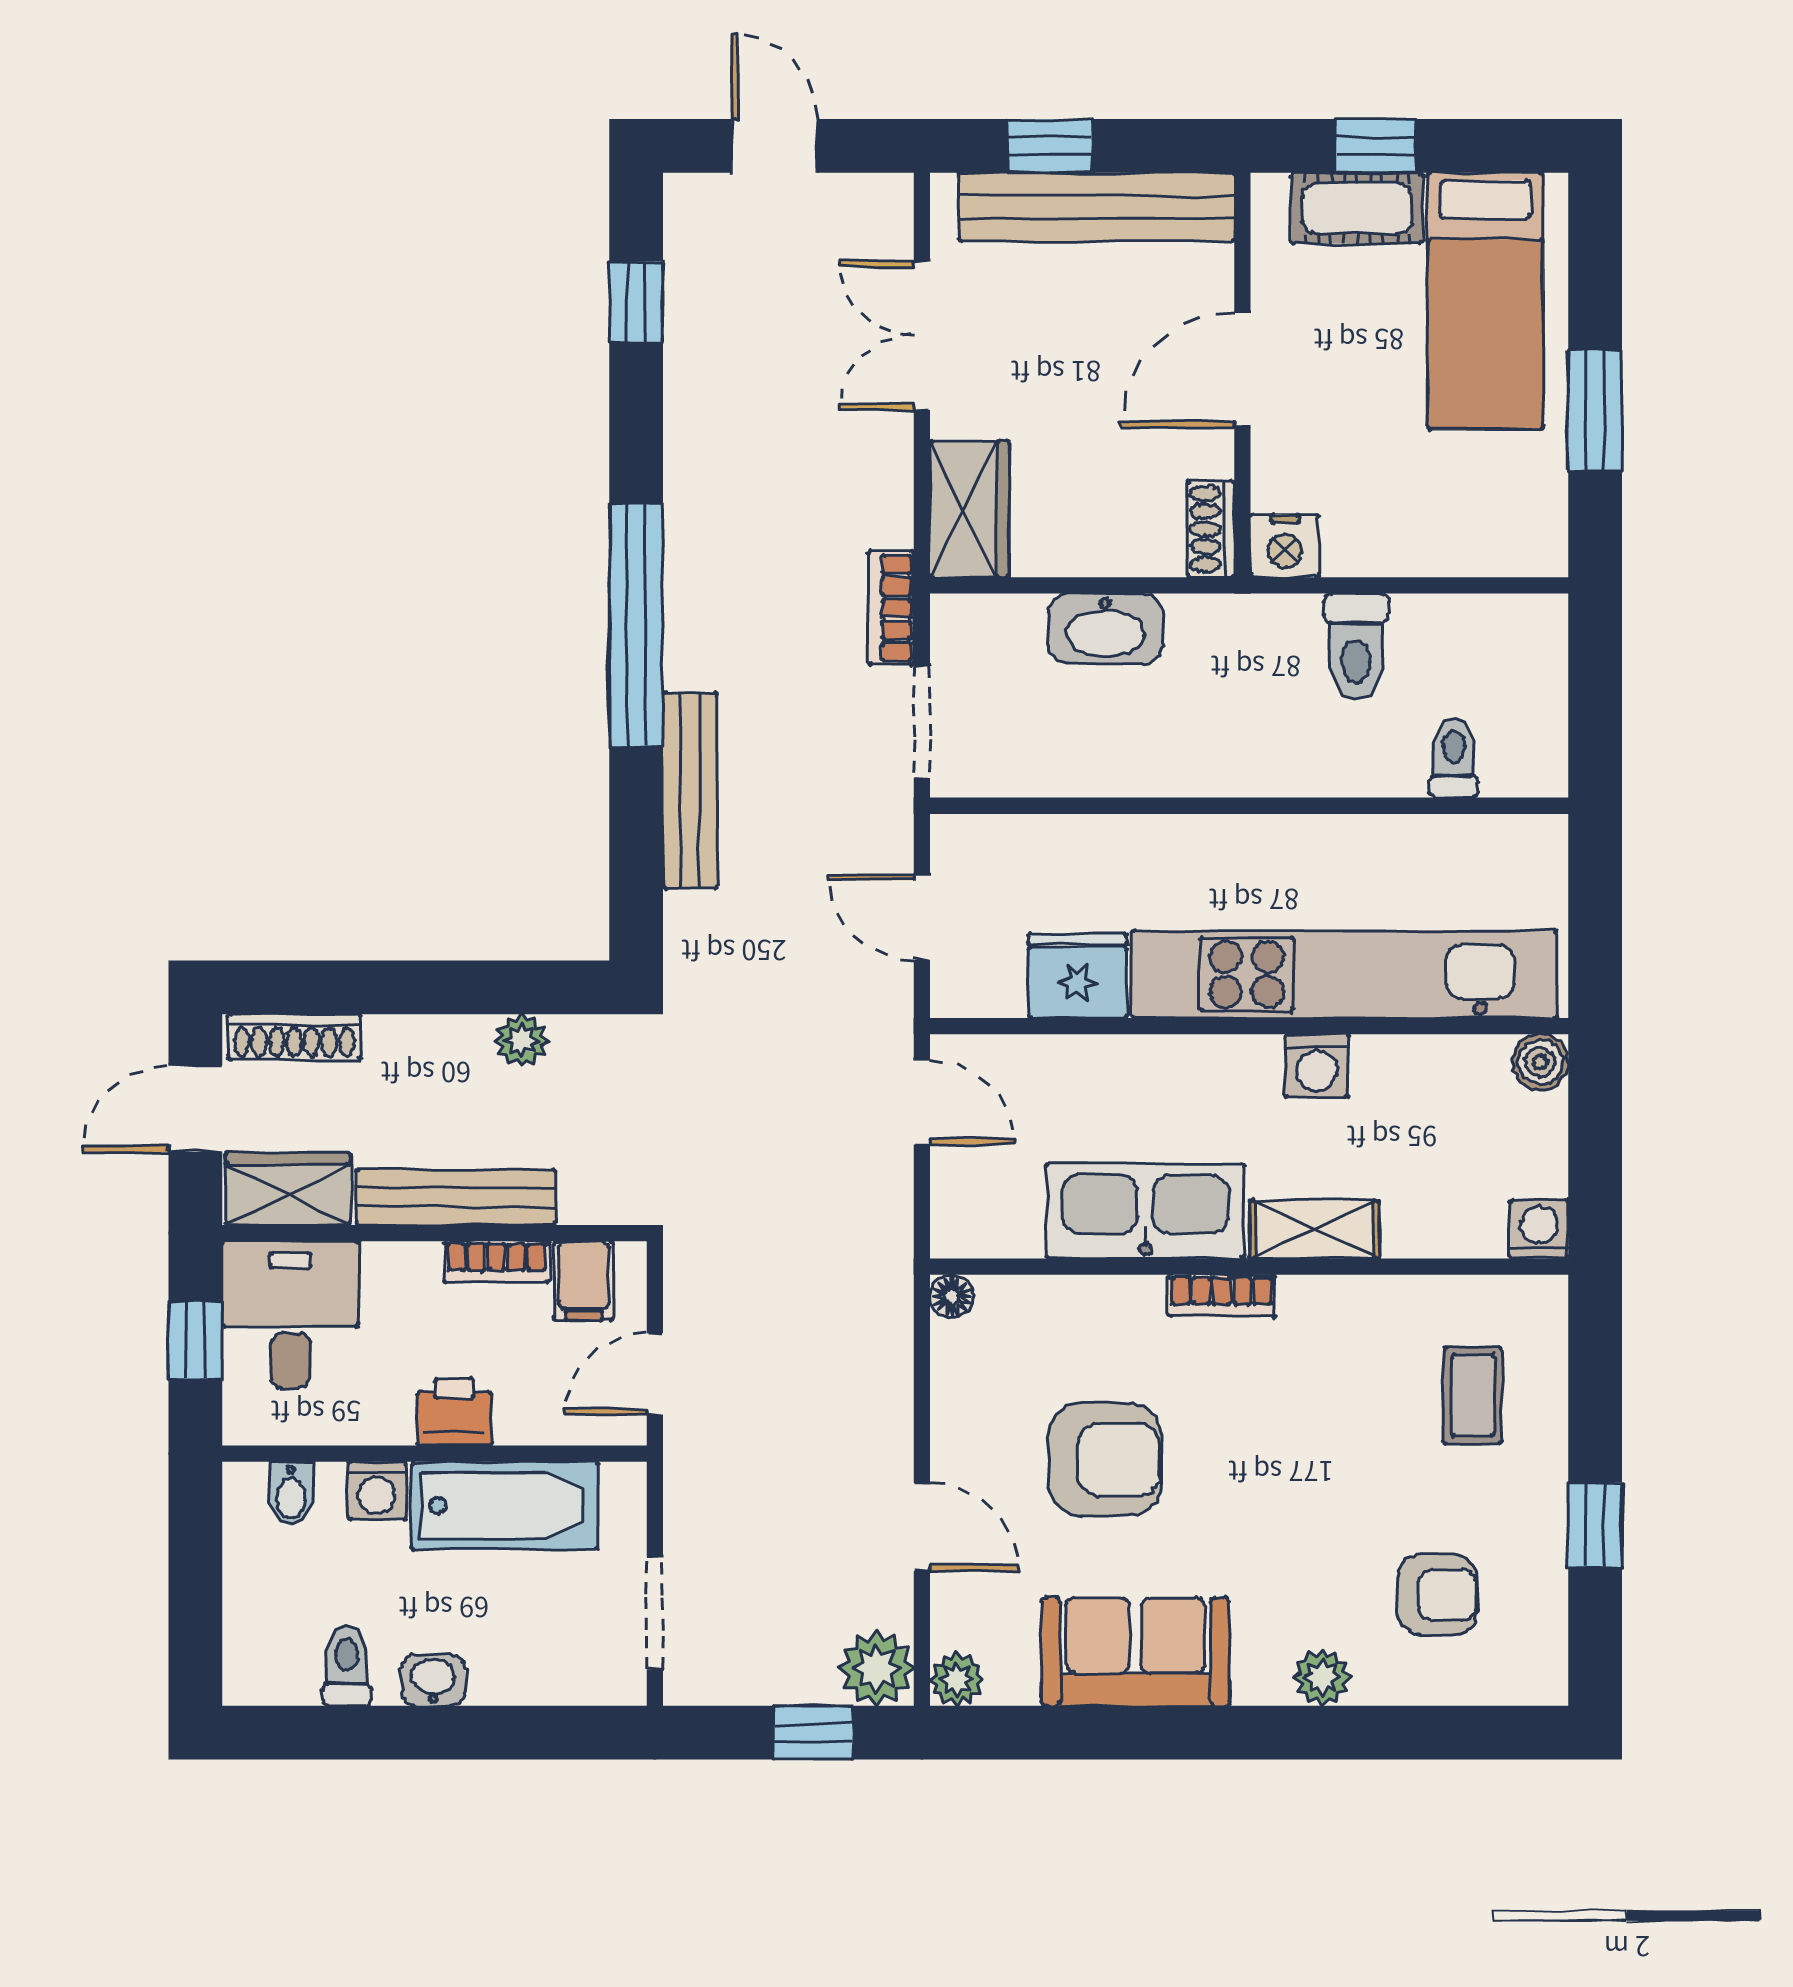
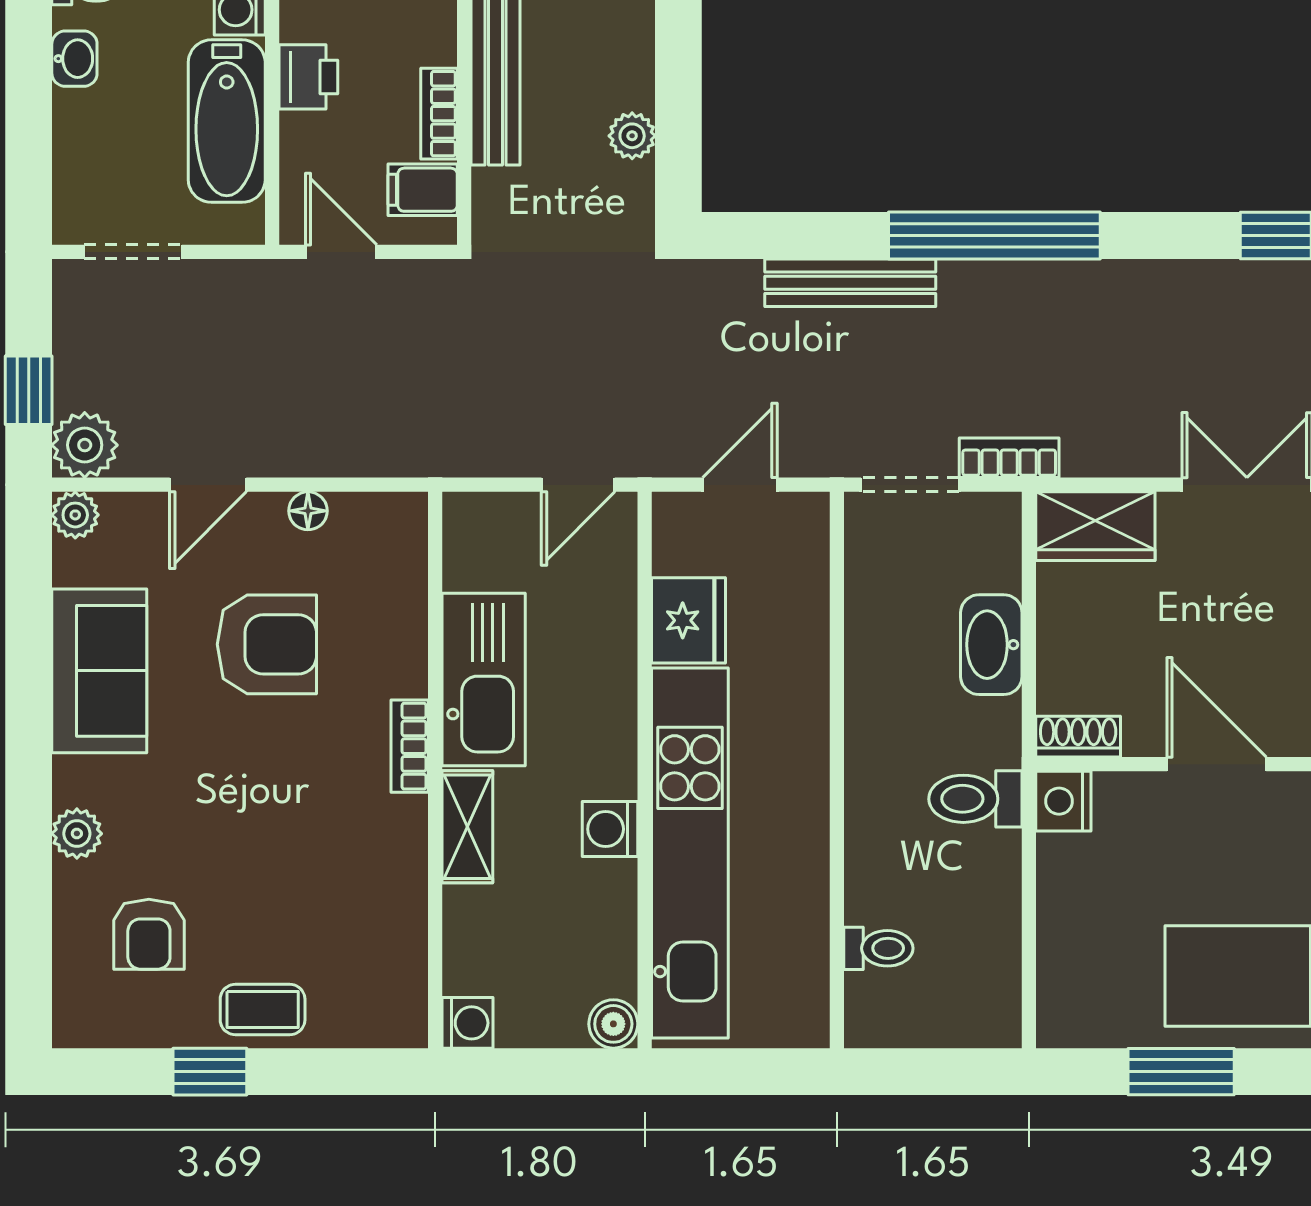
toilet: (1356, 647) -> (975, 799), moved
floor lamp: (952, 1296) -> (308, 511), moved
coffee table: (1473, 1396) -> (263, 1010), moved
armchair: (1105, 1460) -> (267, 644), turned -90

